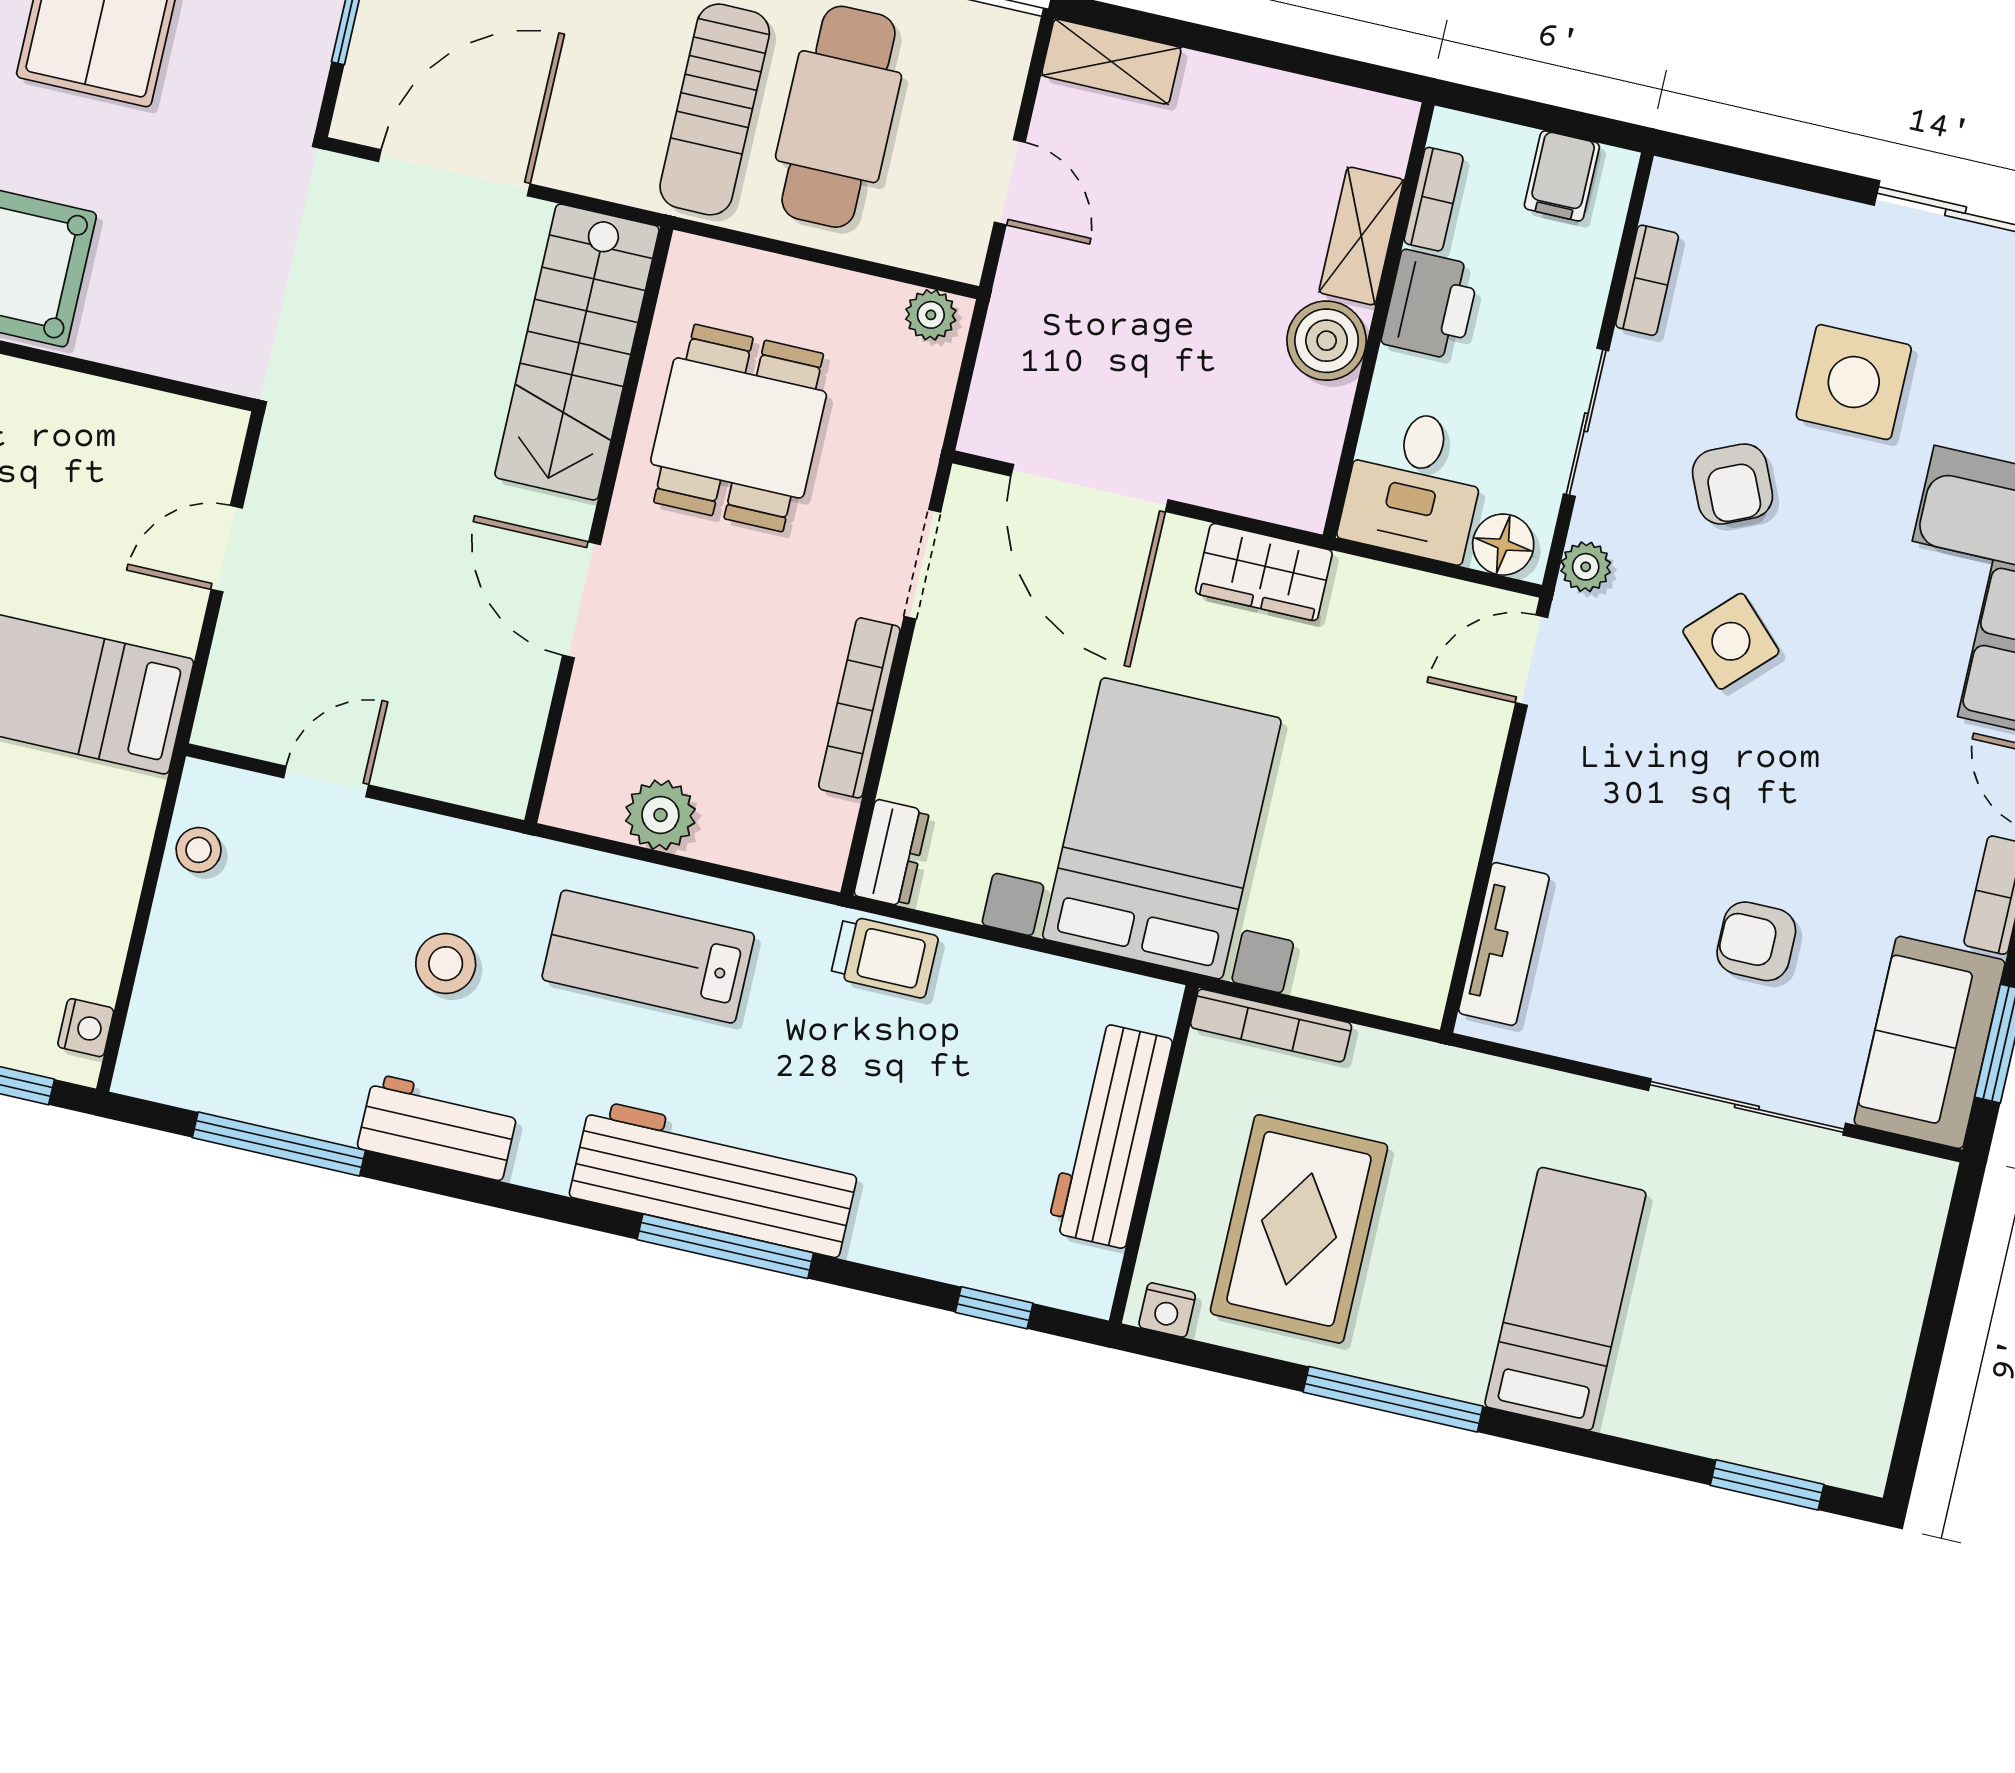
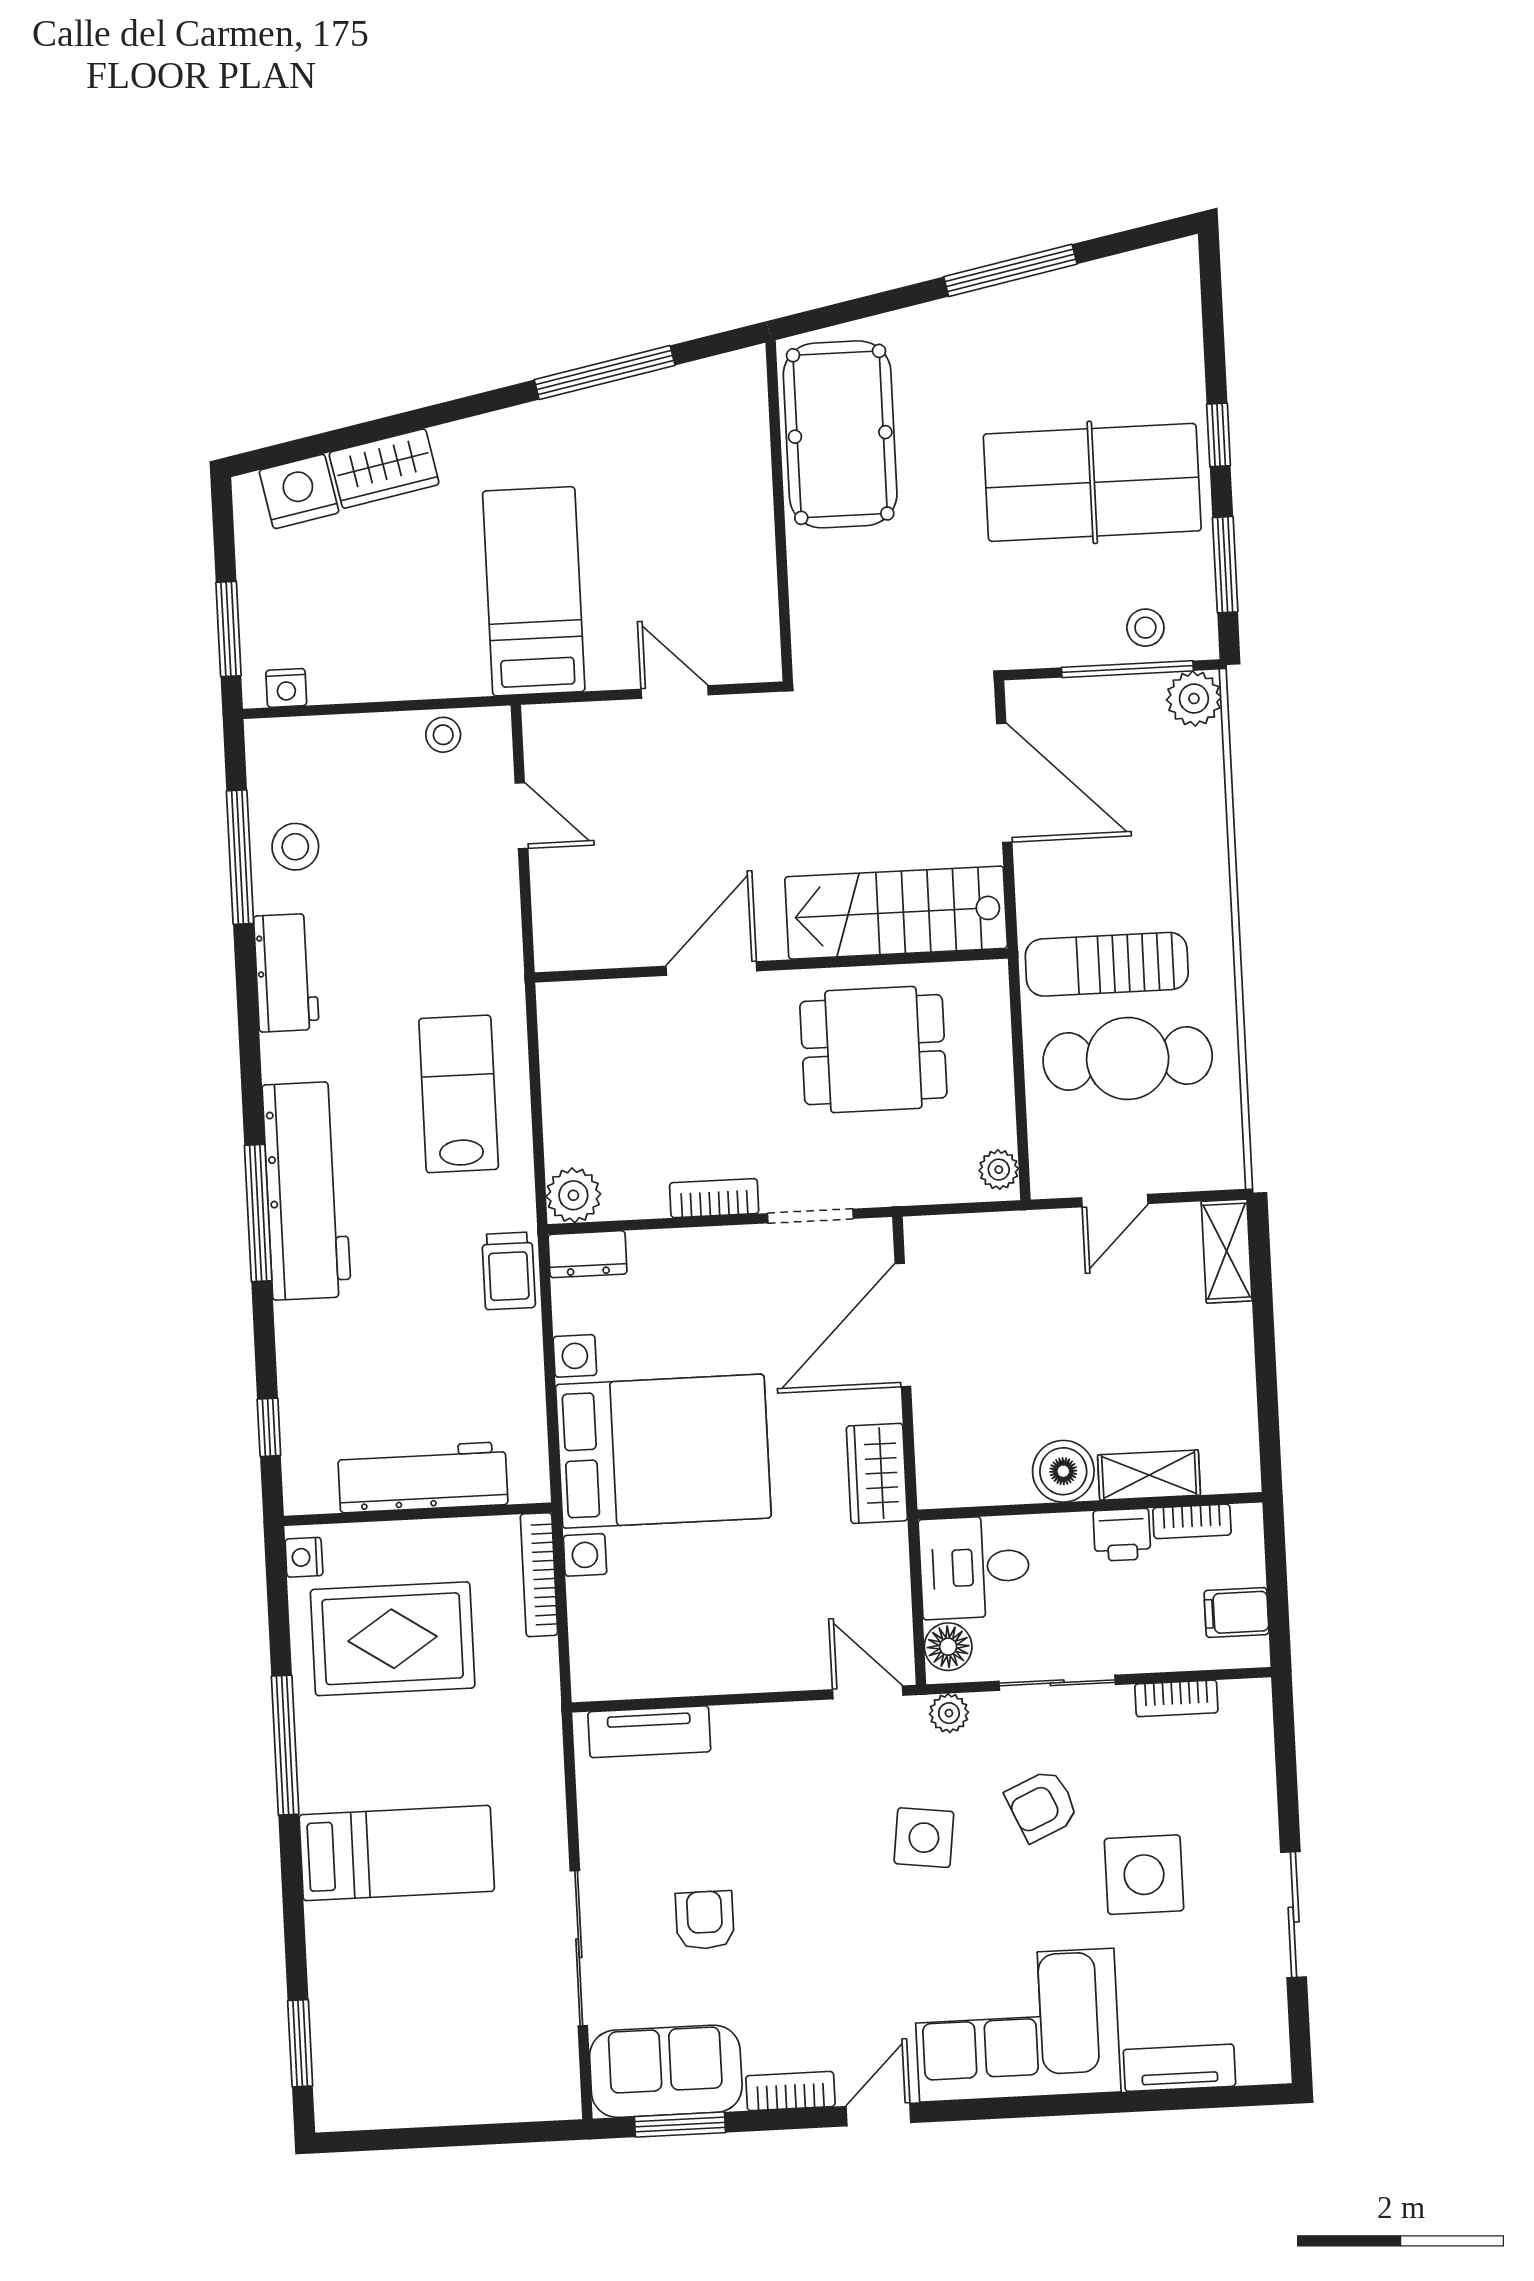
printer: (1430, 305) -> (1122, 1535), width x0.73, depth x0.81
side table: (1731, 641) -> (924, 1838), turned -38
bookcase: (859, 708) -> (714, 1198), width x0.64
plant: (660, 815) -> (573, 1195), moved
stool: (446, 964) -> (295, 847), moved

